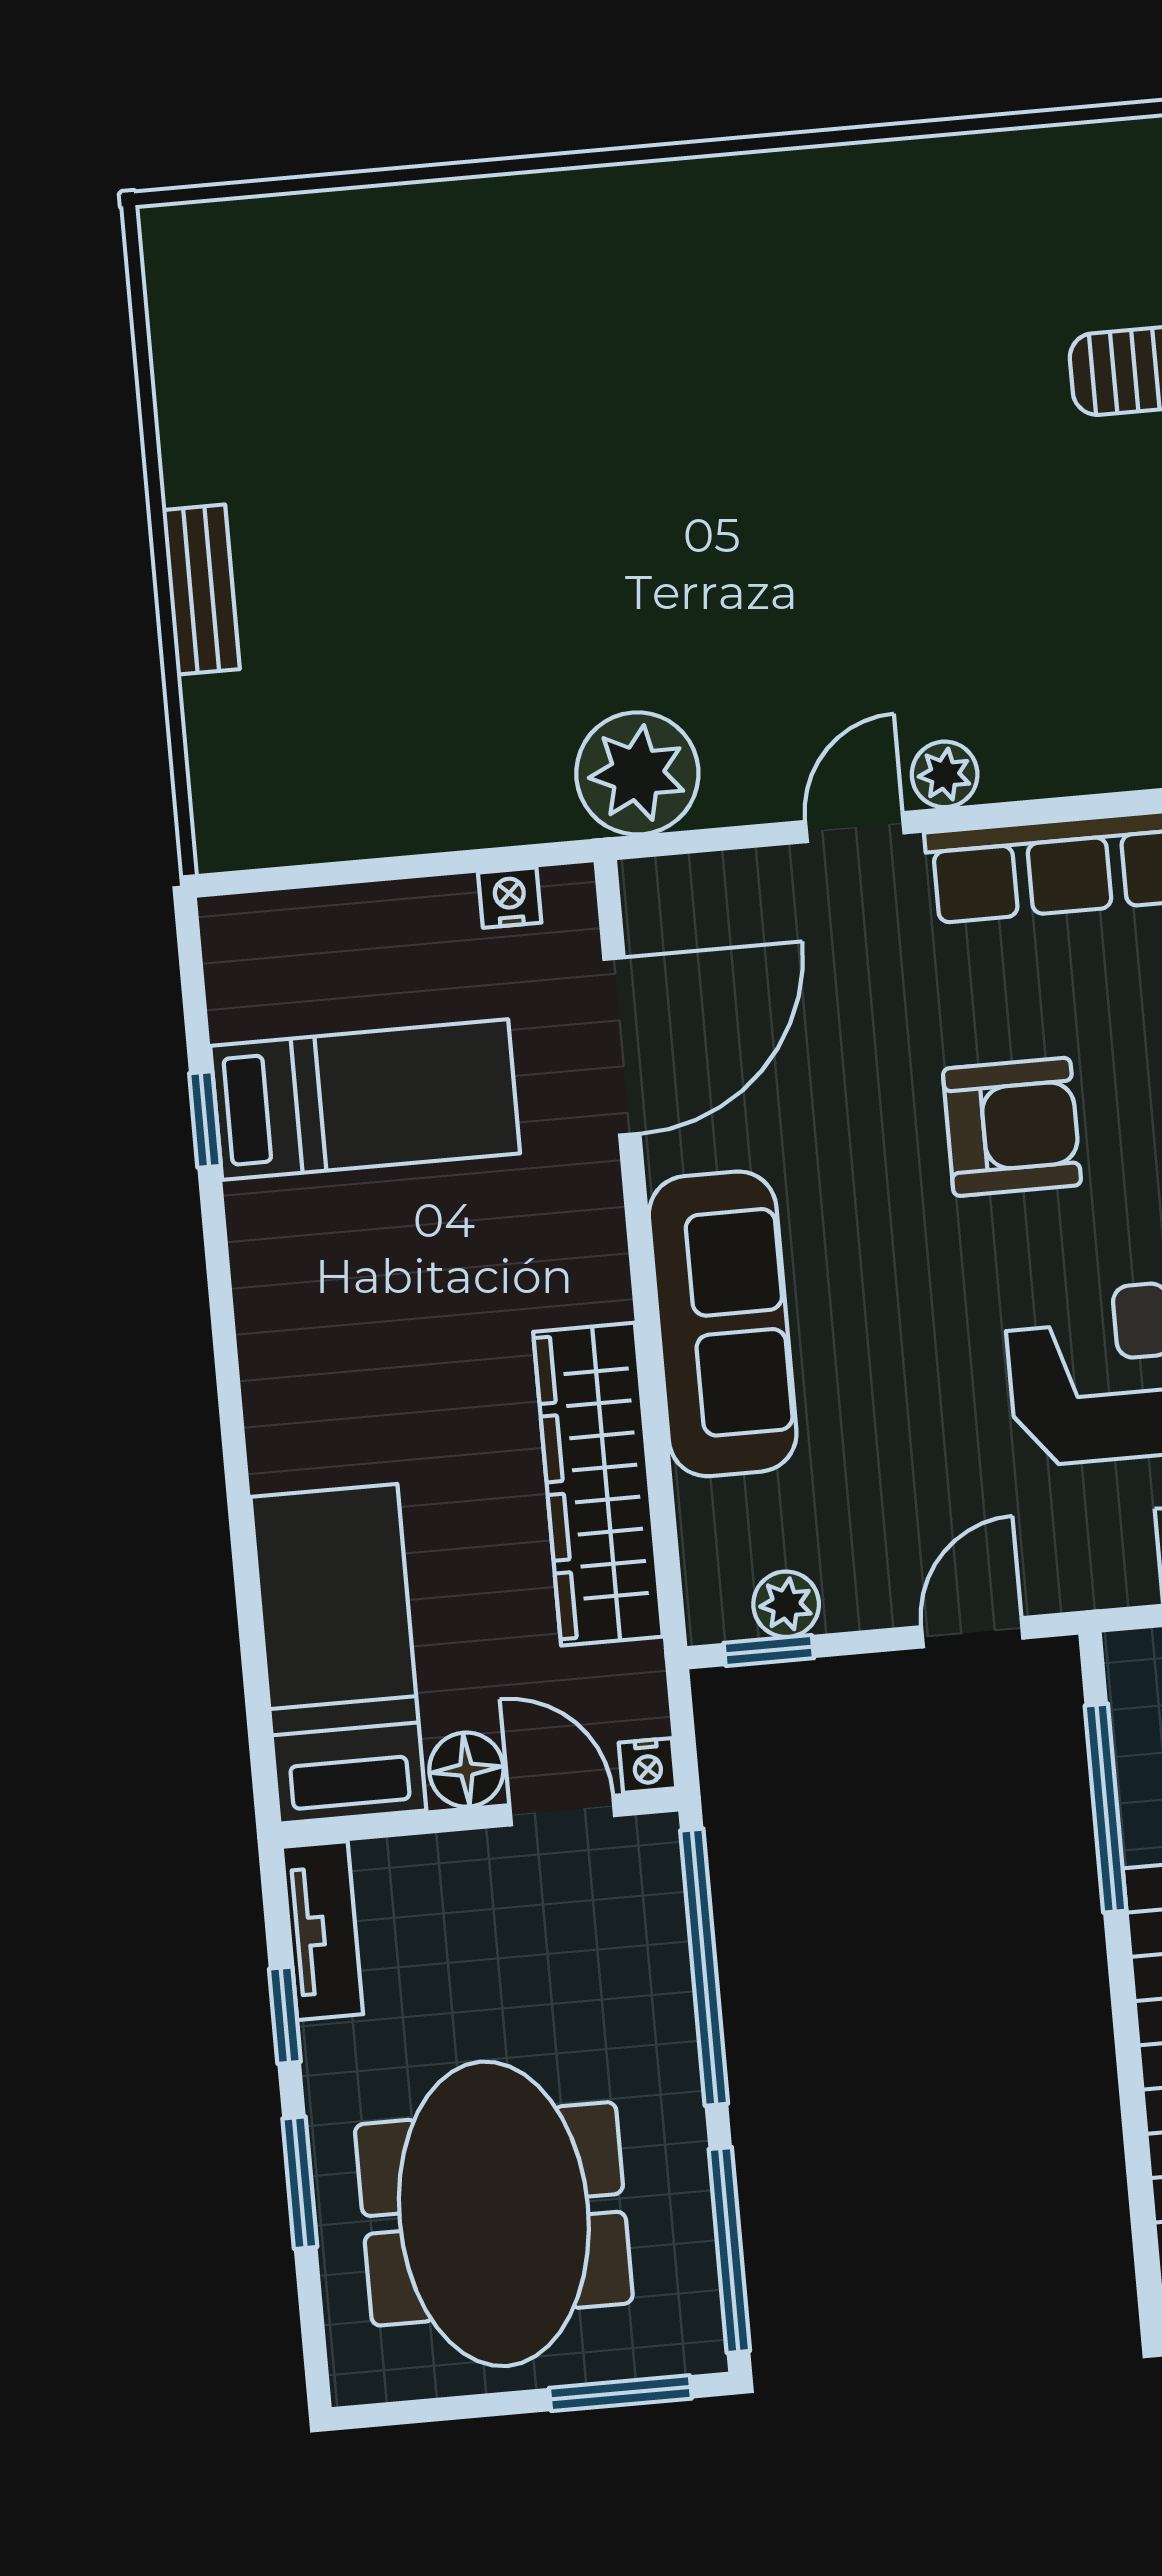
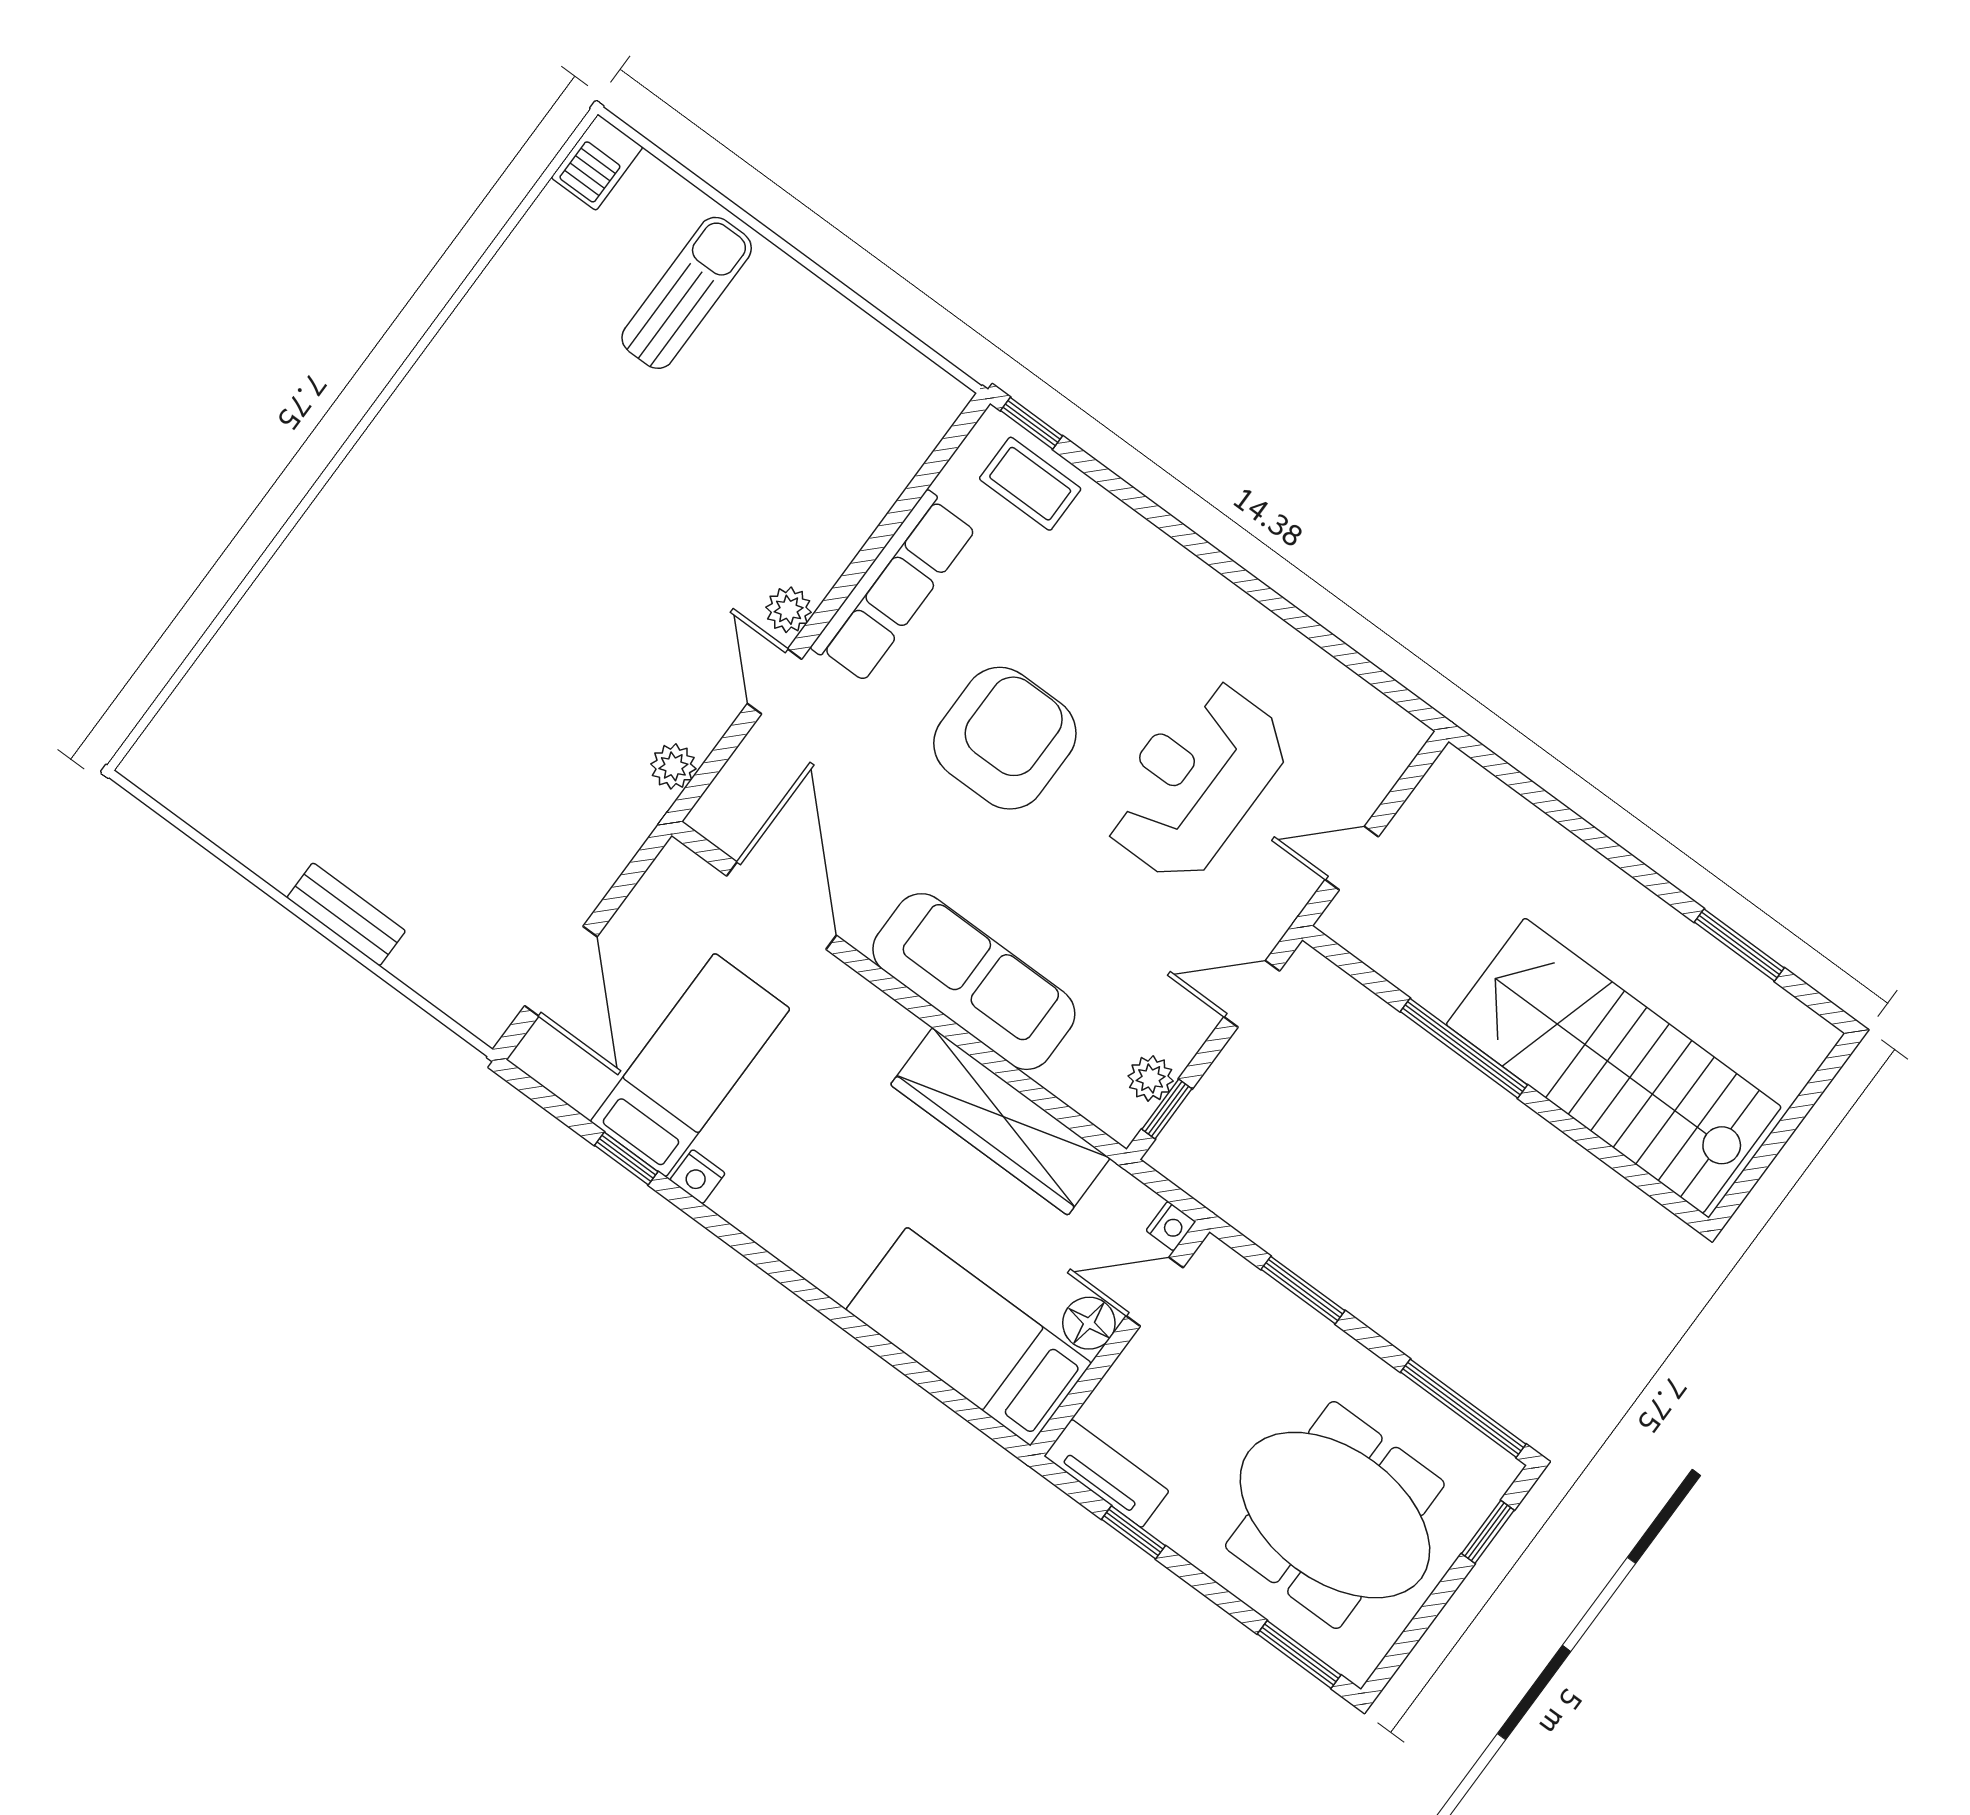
plant: (637, 773) -> (673, 766), width x0.53, depth x0.53
door: (343, 873) -> (561, 971), added
nightstand: (510, 898) -> (697, 1177), moved, turned -90
armchair: (1012, 1127) -> (1005, 738), width x1.36, depth x1.36
door: (972, 1632) -> (1252, 994), hinge flipped
window: (1106, 1808) -> (1464, 1048), moved
window: (704, 1967) -> (1303, 1290), width x0.47
window: (300, 2183) -> (1299, 1655), moved
window: (620, 2393) -> (1488, 1532), width x0.67

